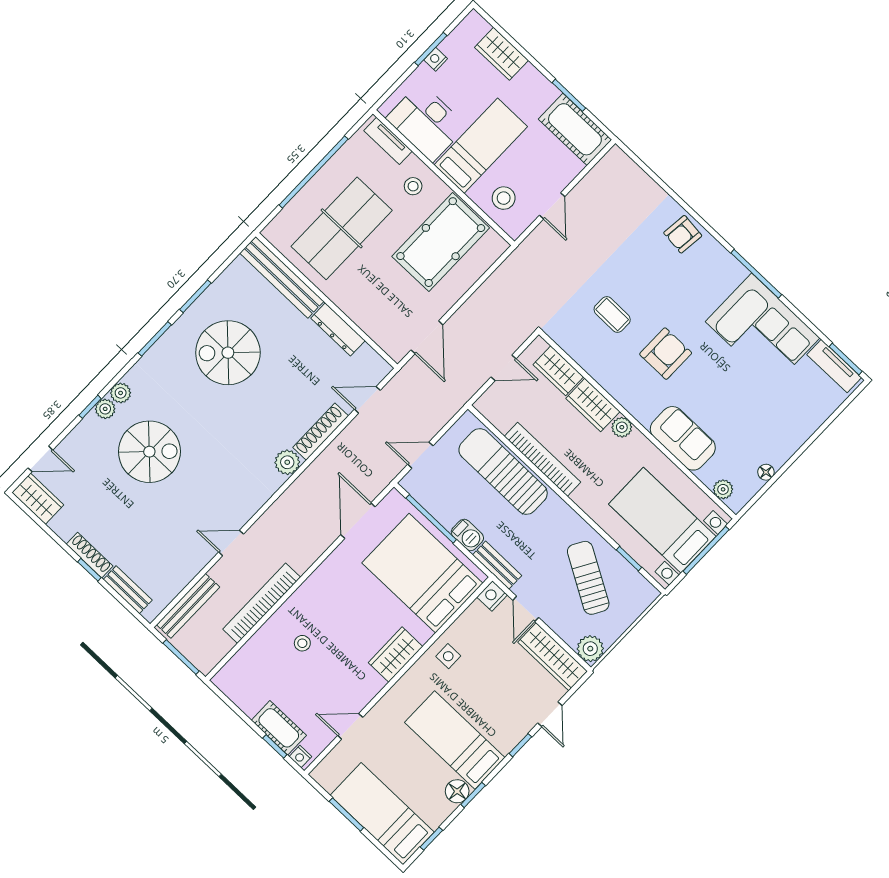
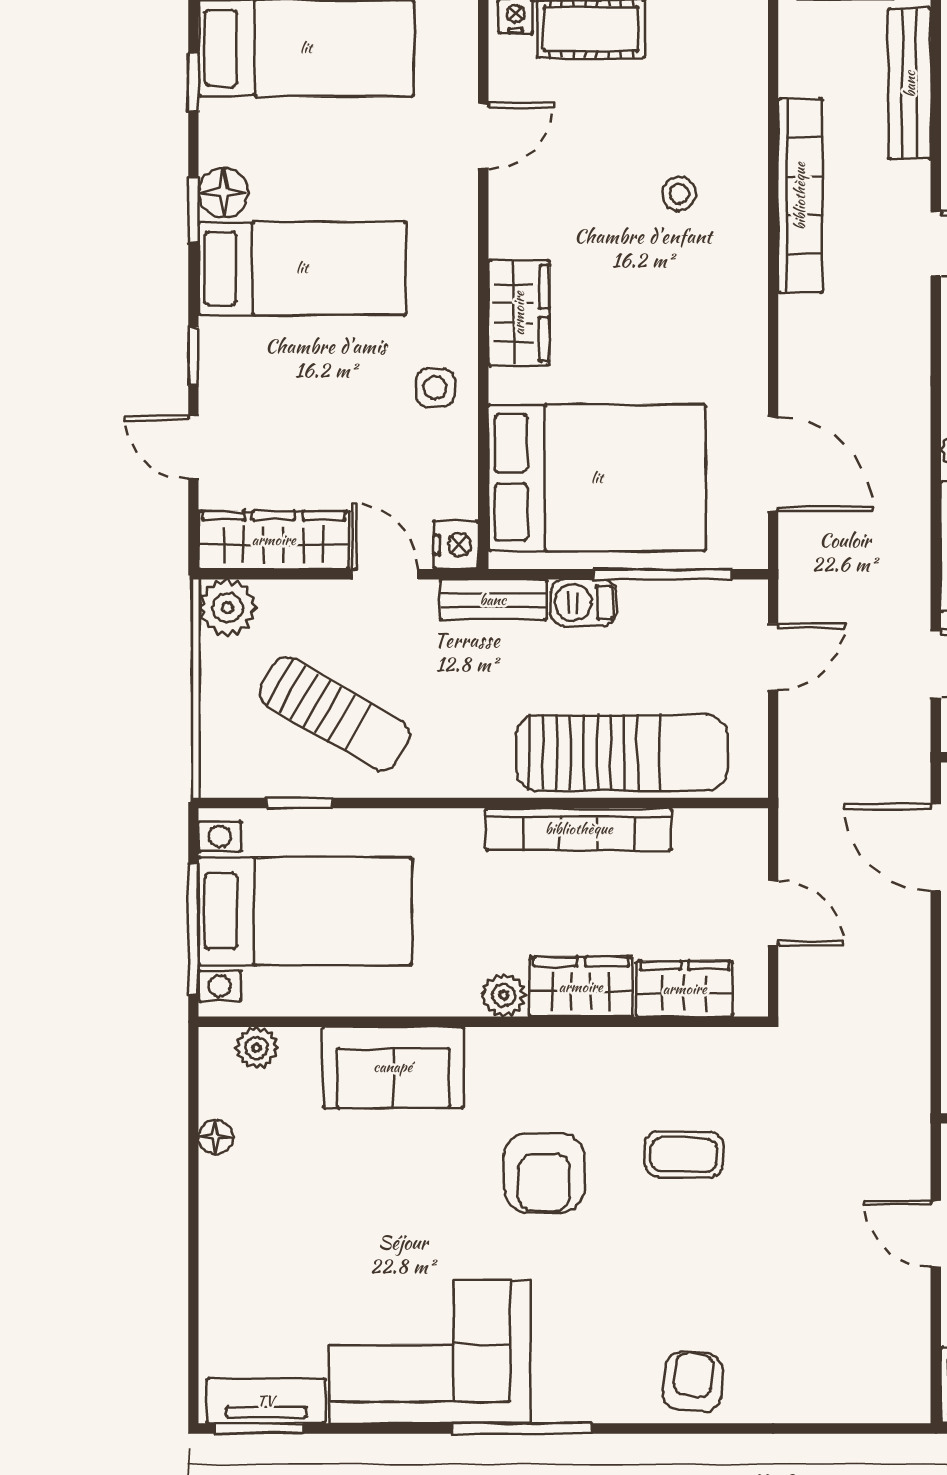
door: (504, 368) -> (773, 913), swing flipped

